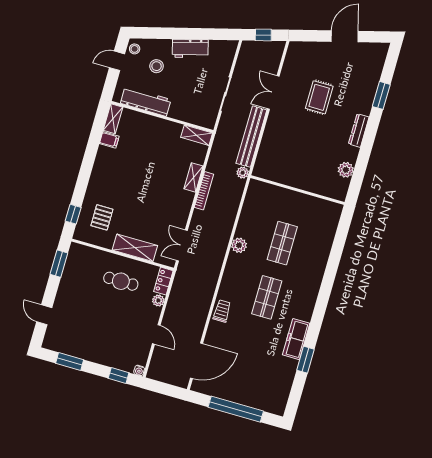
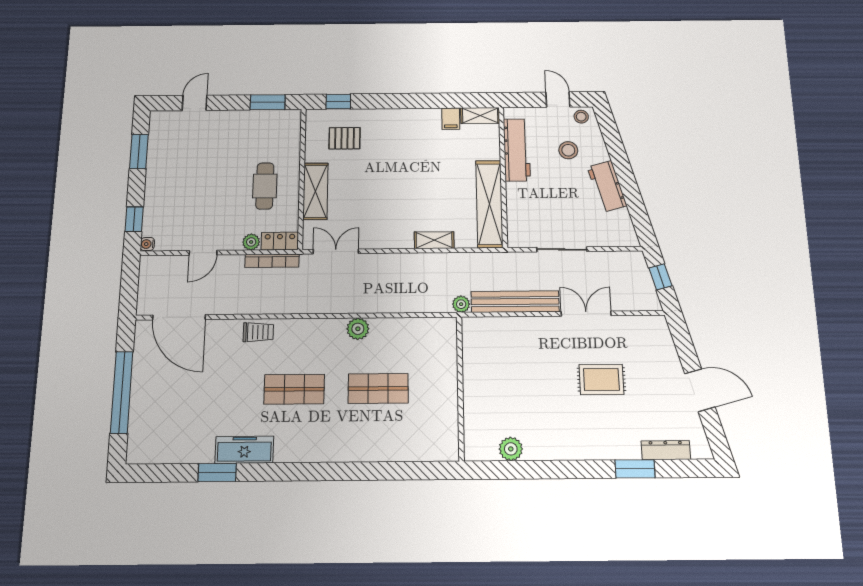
dresser: (359, 131) -> (666, 450), moved
shelving: (197, 135) -> (489, 204), width x2.20, depth x1.33
bookcase: (204, 191) -> (272, 261), moved

